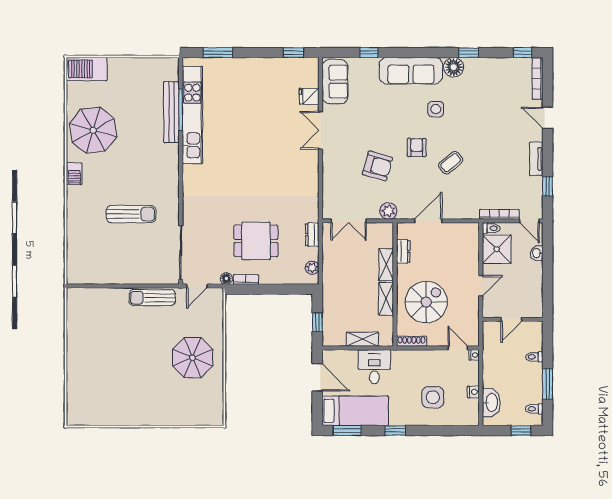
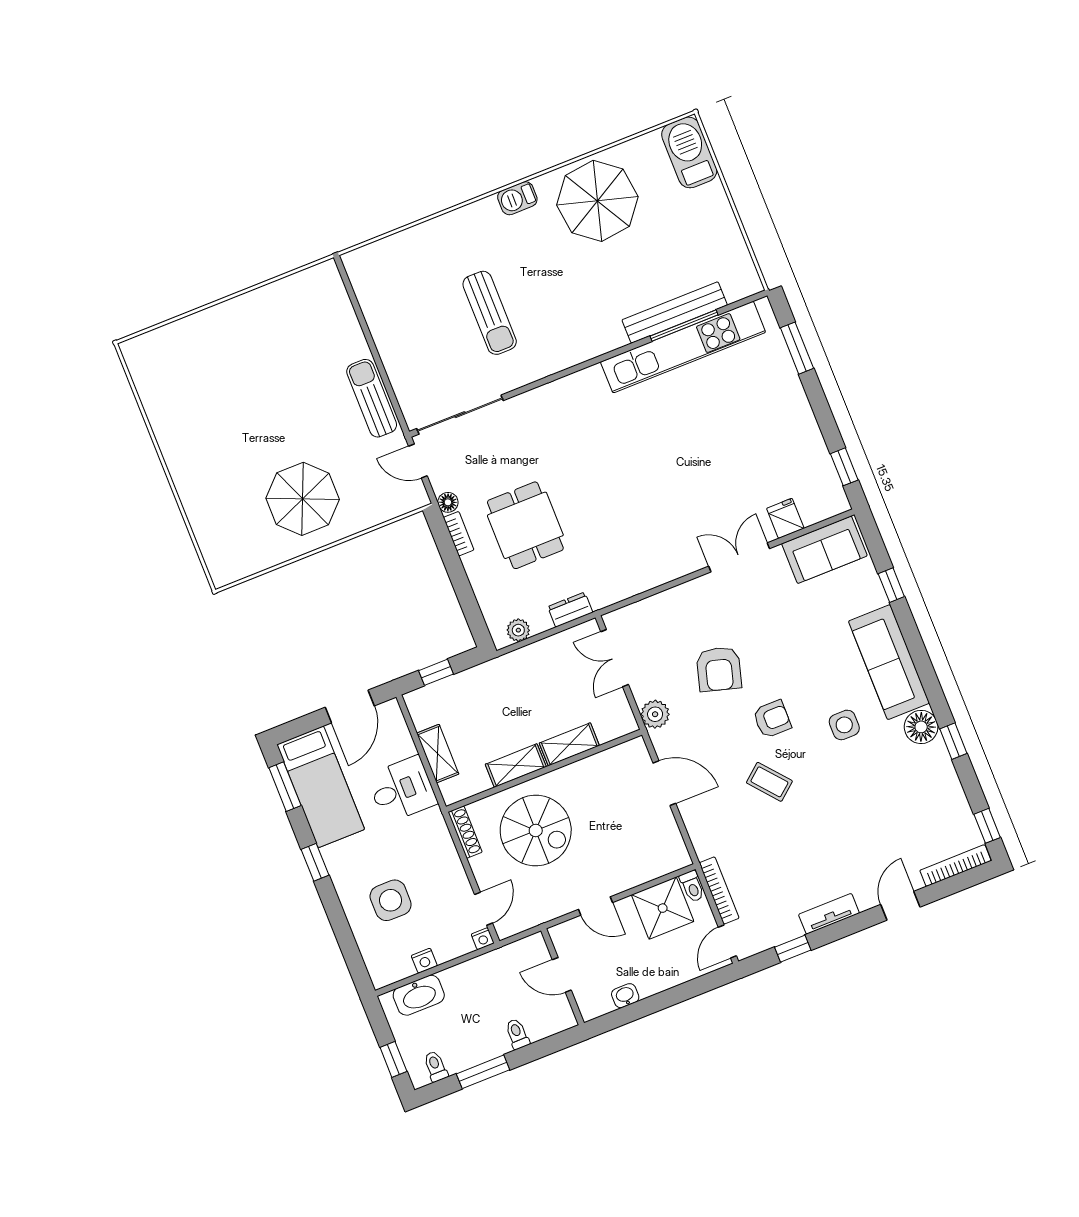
dresser: (403, 251) -> (601, 763), removed
washbasin: (537, 253) -> (625, 996), moved

